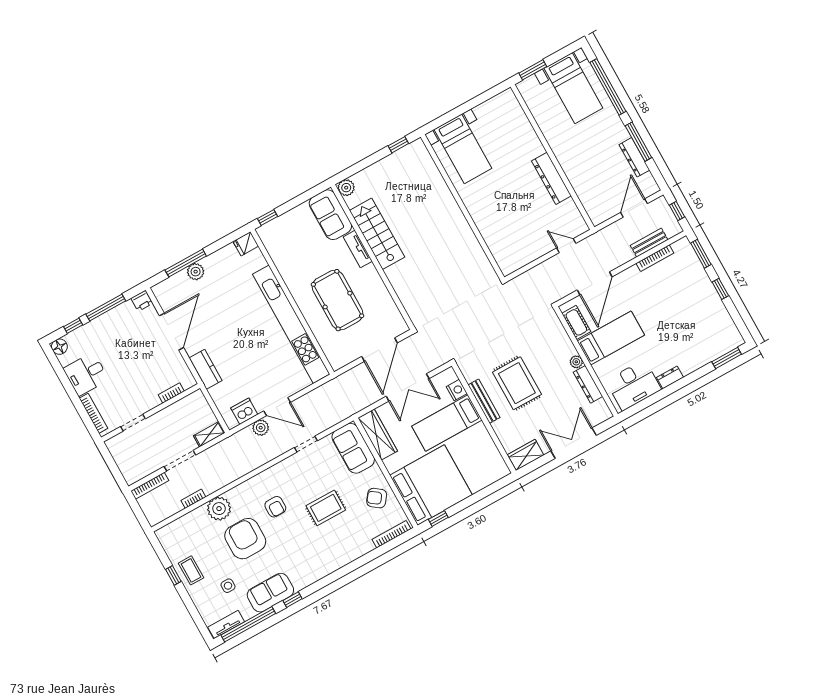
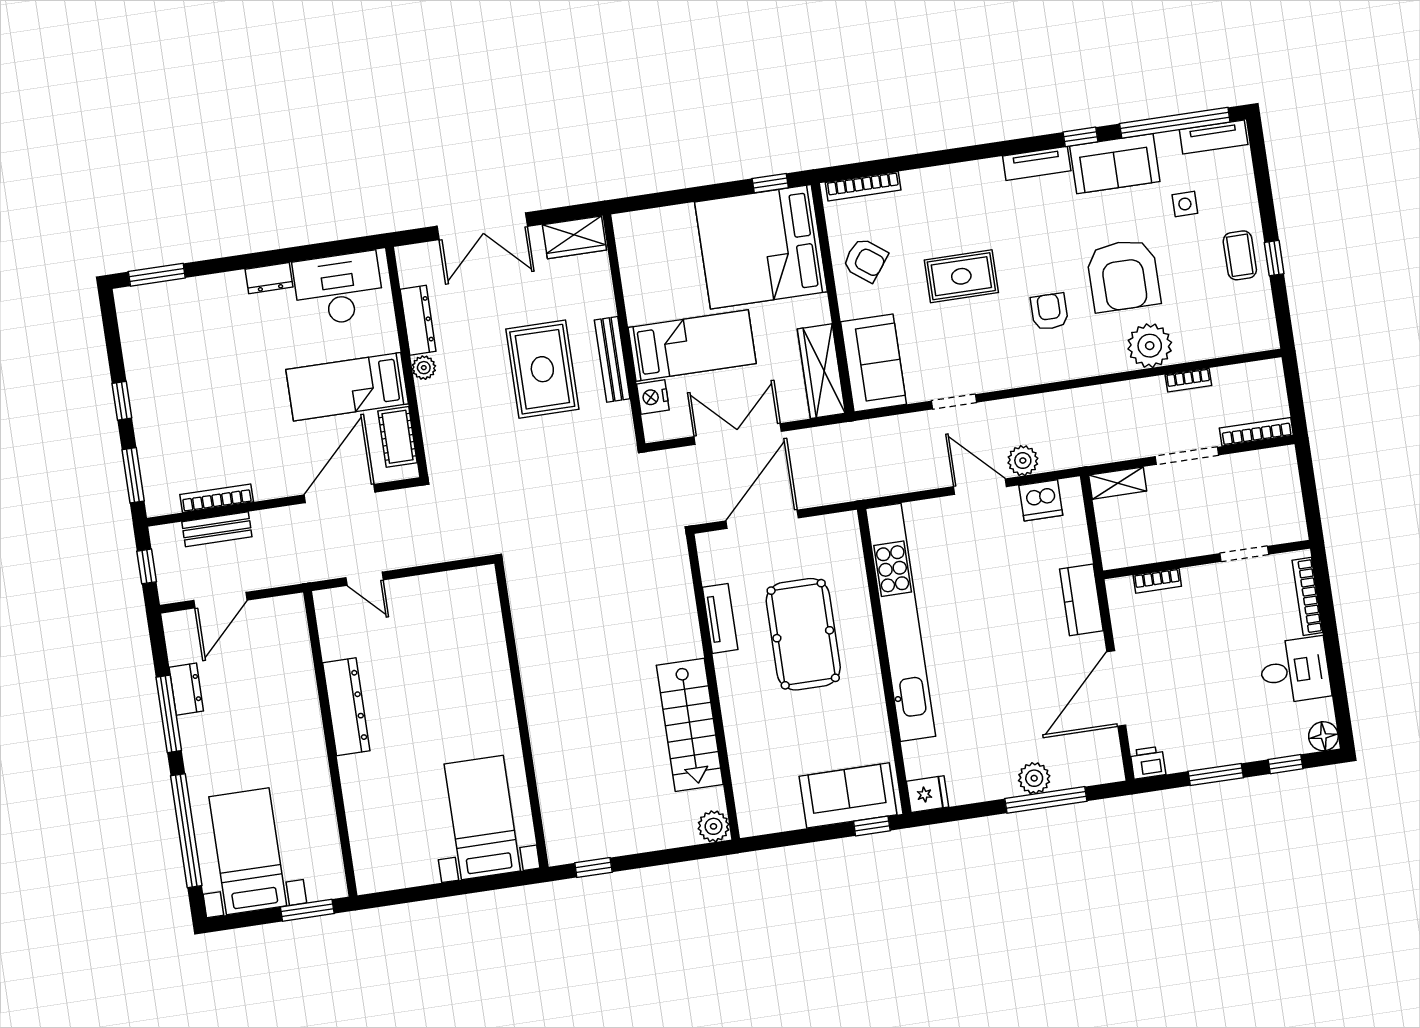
dresser: (634, 157) -> (186, 689), width x0.70
sofa: (330, 215) -> (848, 795), moved, turned -90
tv unit: (358, 249) -> (720, 618), moved
window: (106, 307) -> (1216, 775), width x0.69
tv unit: (309, 578) -> (1037, 163), added

